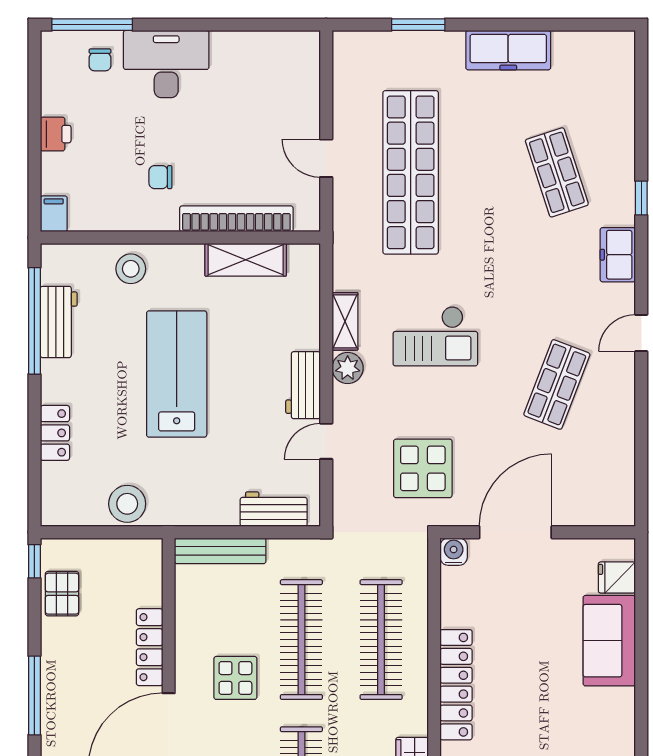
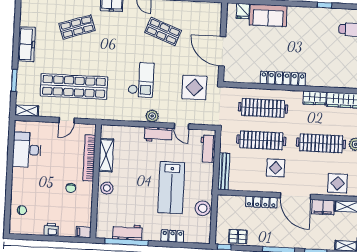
window: (92, 25) -> (7, 213), removed
desk: (166, 64) -> (27, 150), moved
stool: (131, 269) -> (107, 188), moved
shelving: (345, 321) -> (27, 111), moved
lab bench: (177, 374) -> (171, 188), moved, turned -90
water cooler: (454, 552) -> (229, 77), removed

